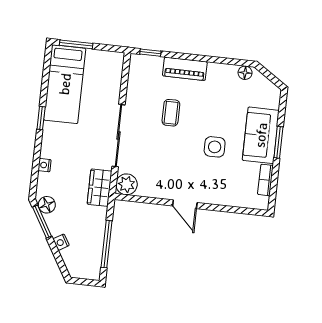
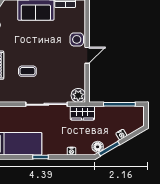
side table: (215, 147) -> (77, 39), moved

